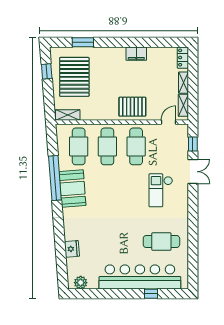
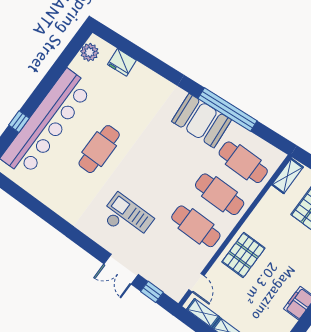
cafe table: (161, 242) -> (99, 149), moved
fridge: (72, 249) -> (122, 62), moved

